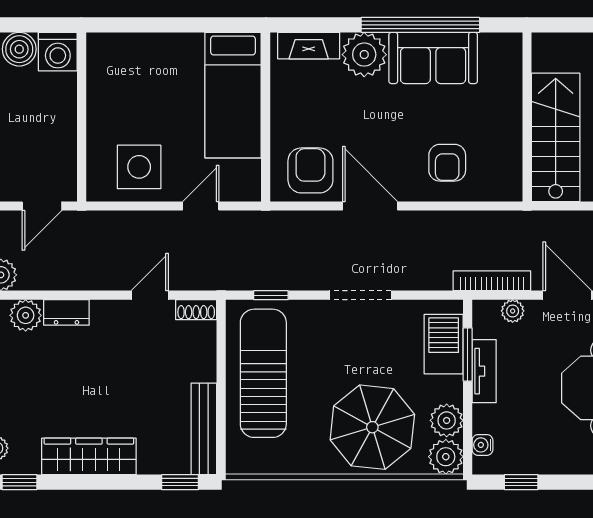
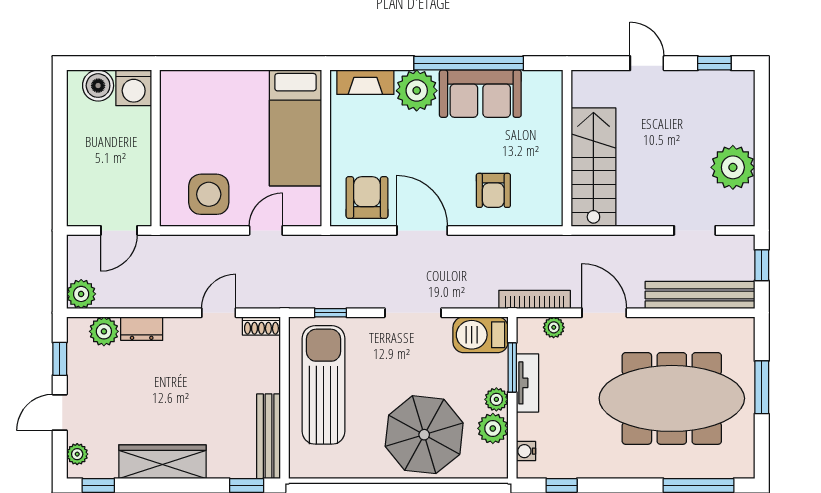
barbecue: (444, 344) -> (481, 335), moved, turned -90
plant: (446, 457) -> (496, 399), moved, width x0.73, depth x0.73

